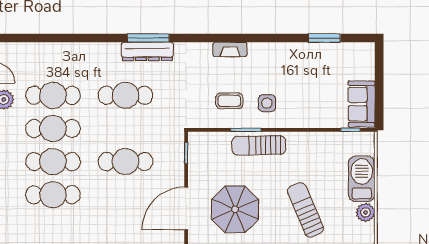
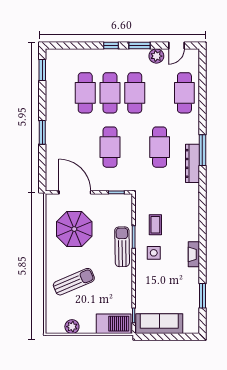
window: (148, 38) -> (202, 150), moved
fireplace: (230, 49) -> (194, 254), moved
cafe table: (53, 95) -> (184, 93), moved
sofa: (362, 104) -> (159, 324), width x1.36
barbecue: (362, 179) -> (114, 324), moved

